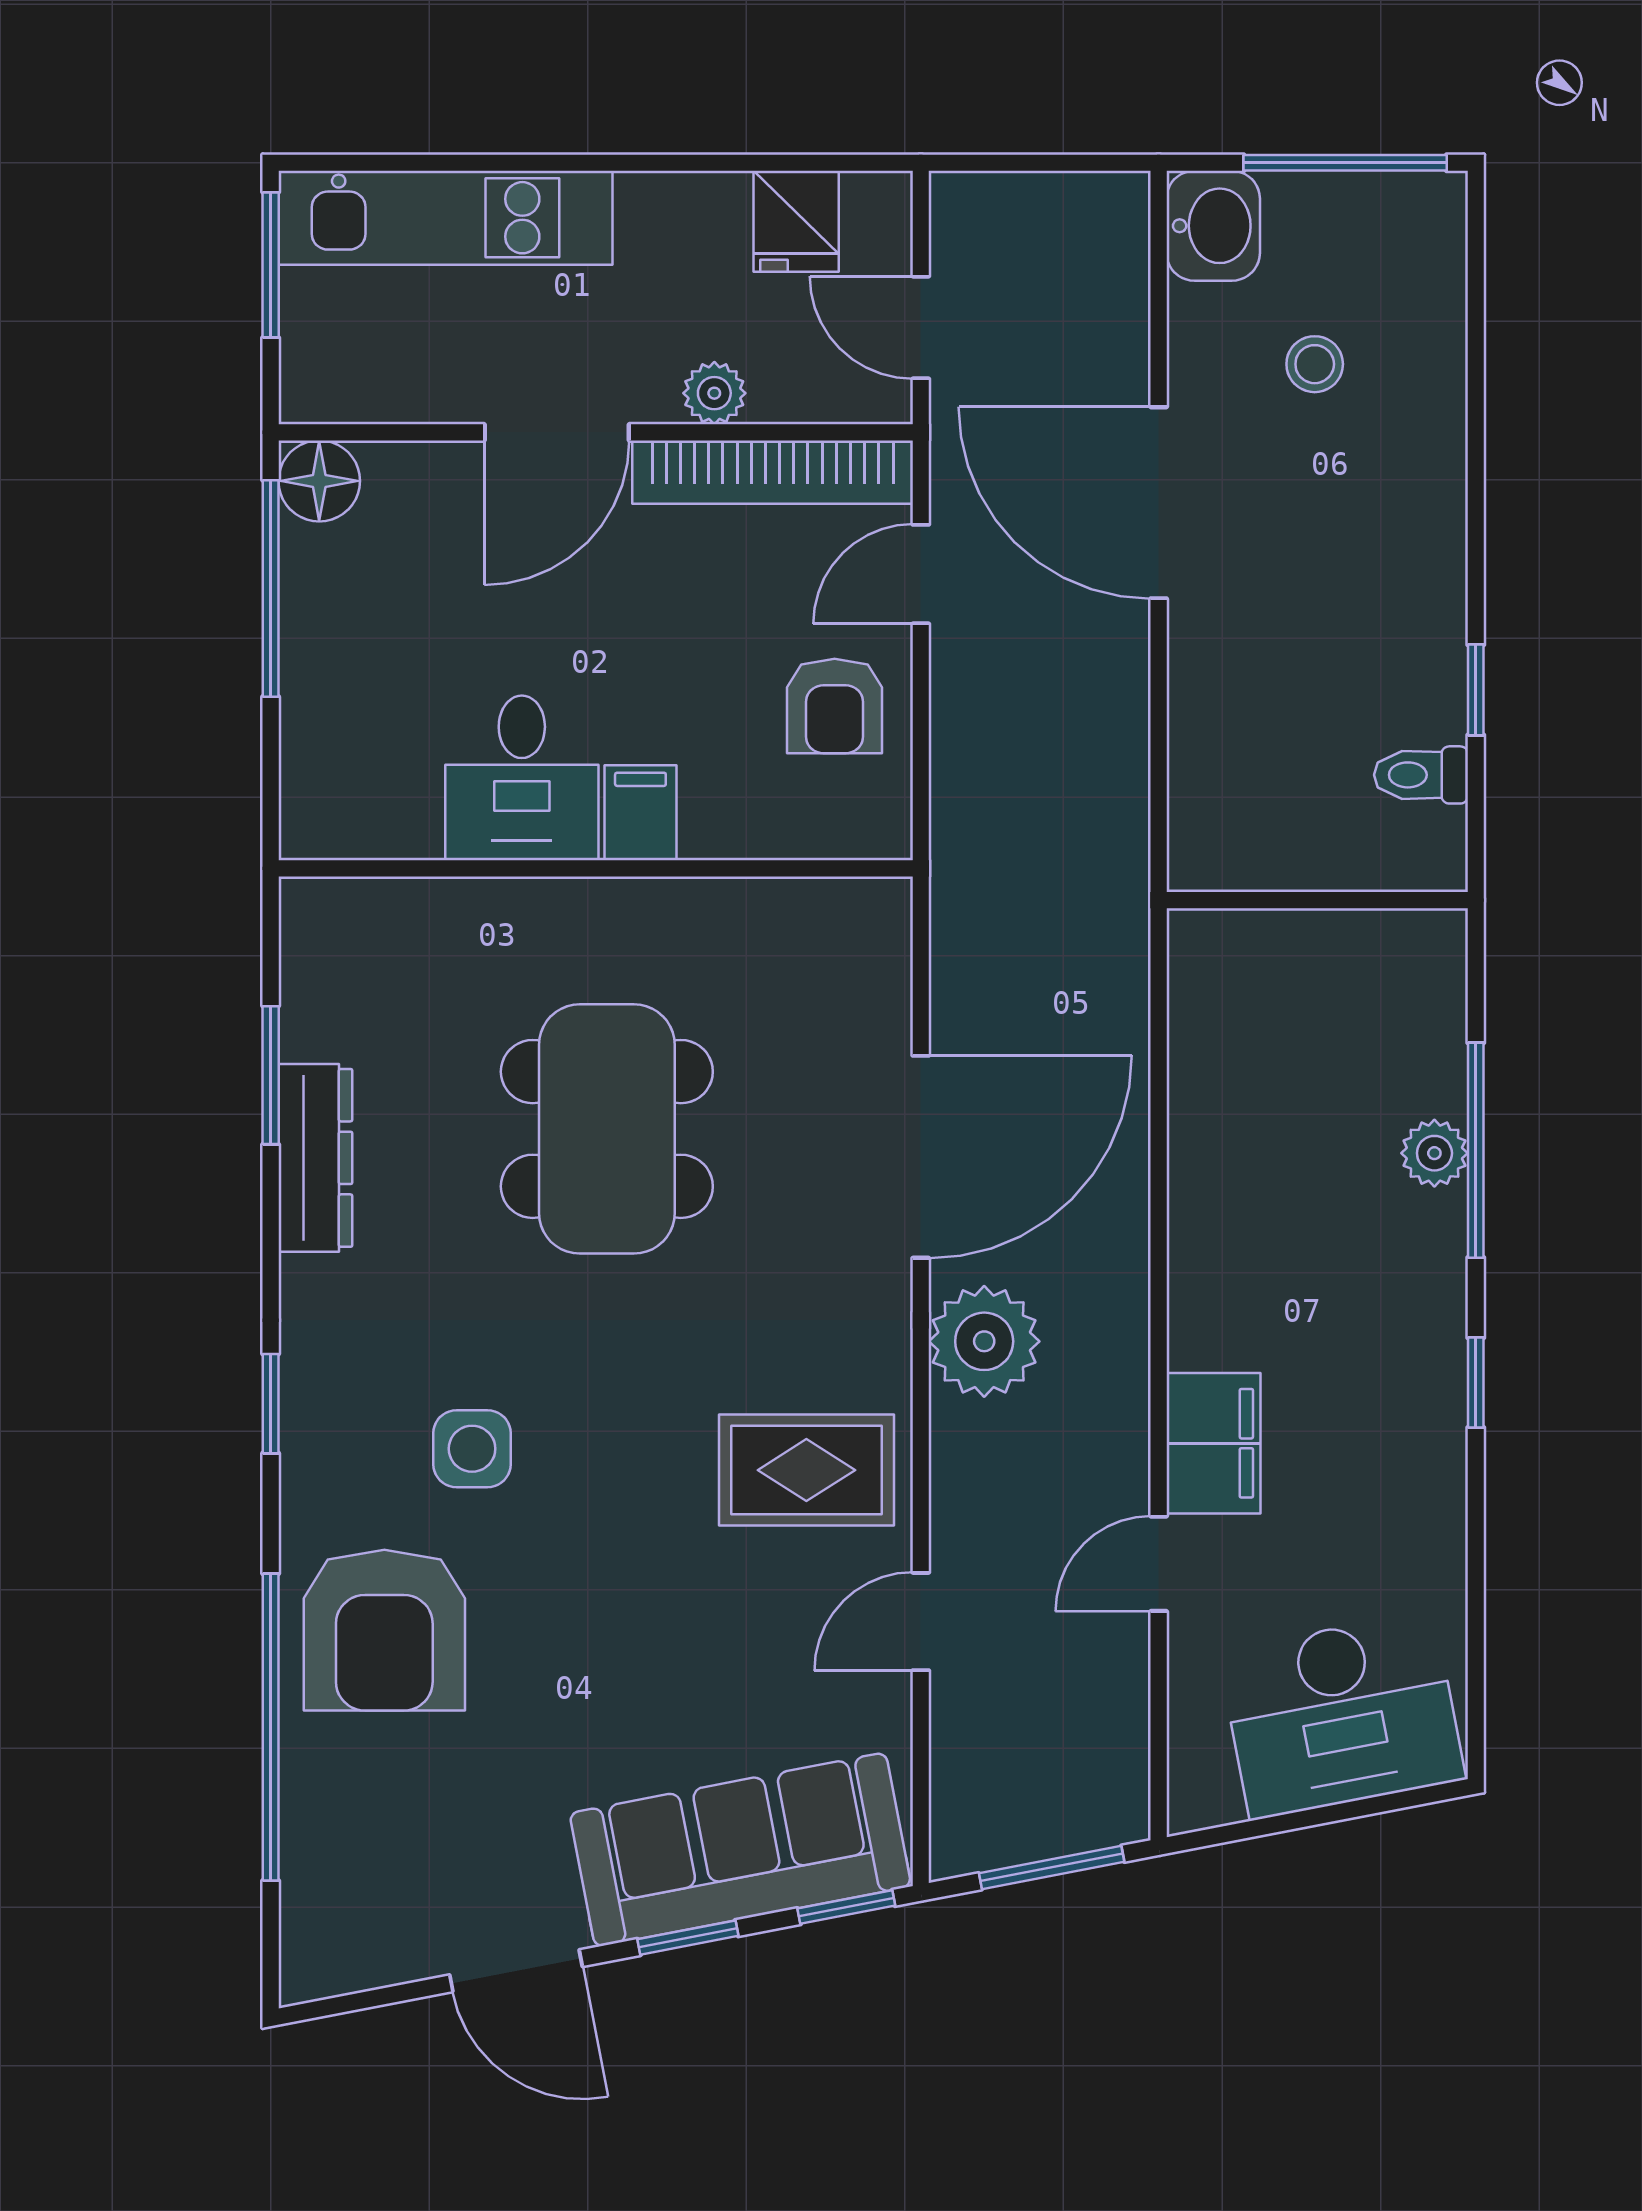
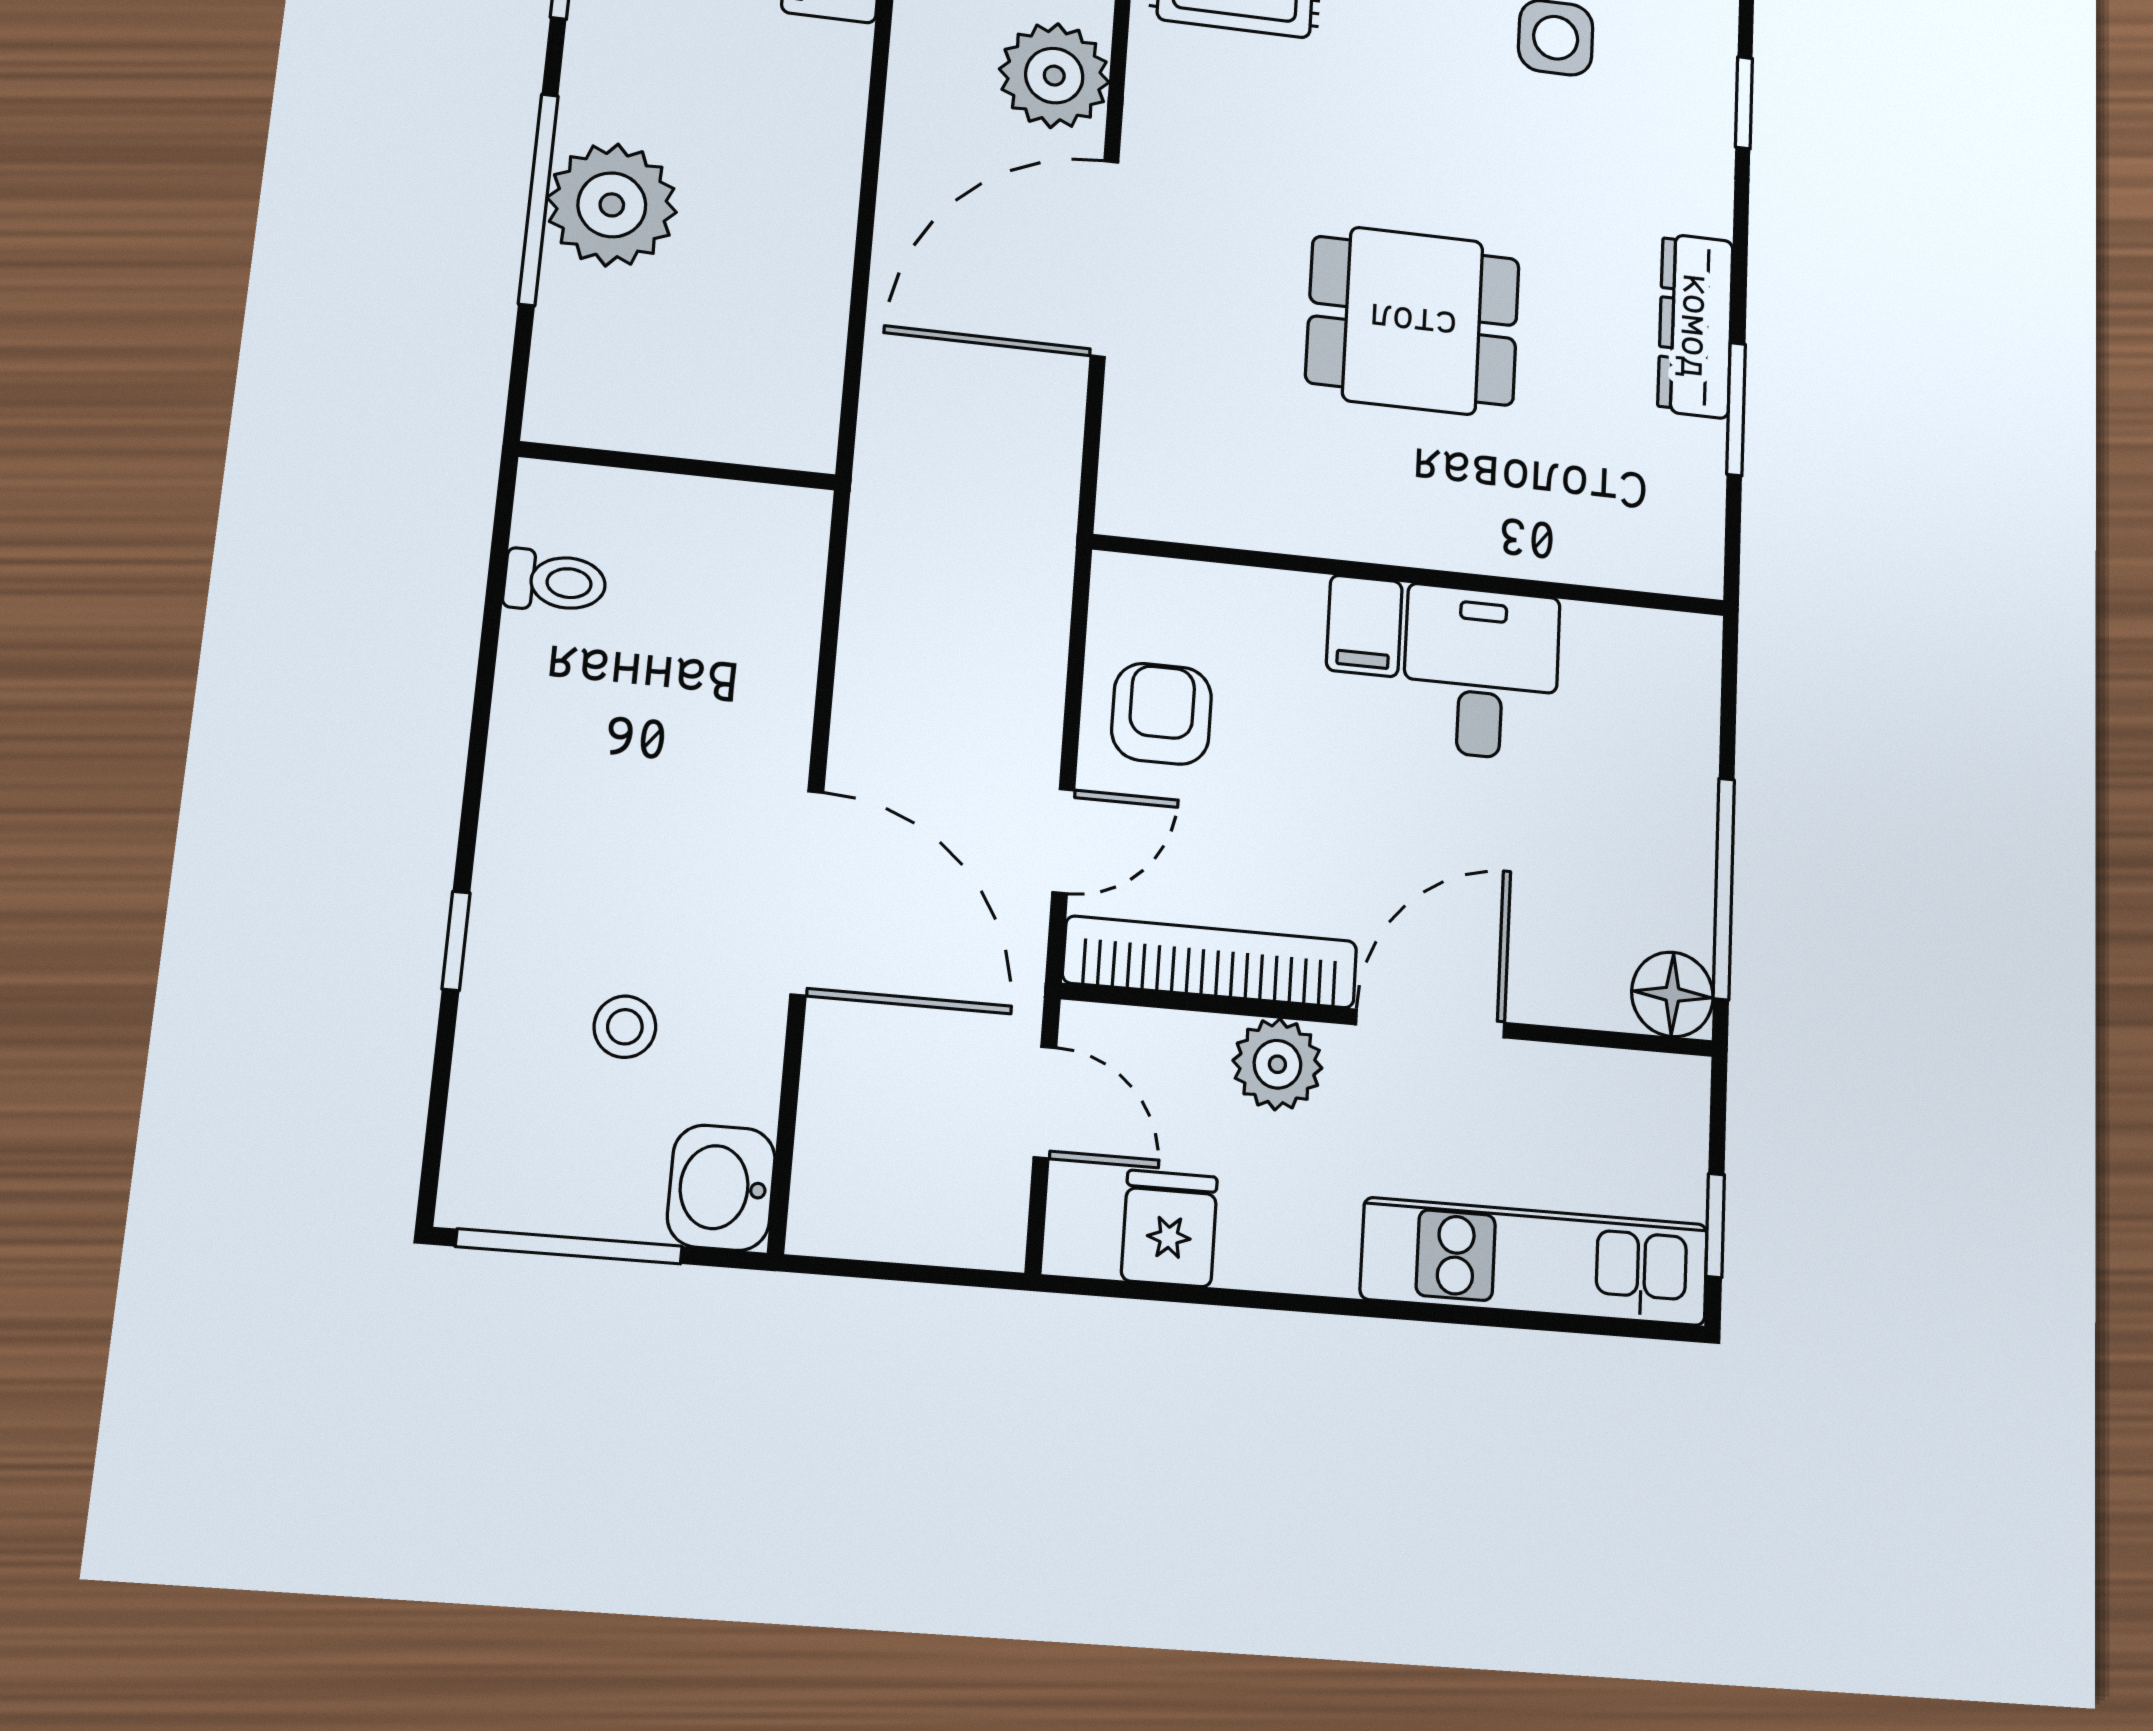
window: (271, 265) -> (1715, 1225), width x0.67
plant: (714, 393) -> (1277, 1064), width x1.38, depth x1.38
window: (1476, 690) -> (456, 941), moved
dining table: (607, 1129) -> (1413, 321), width x0.73
plant: (1434, 1153) -> (612, 205), width x1.88, depth x1.88

